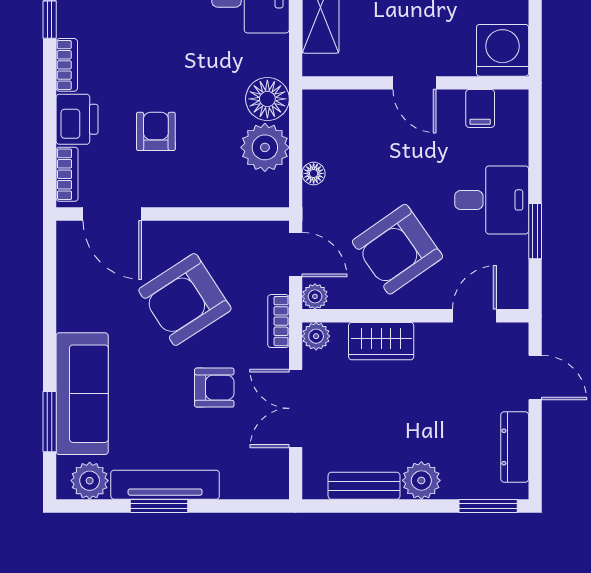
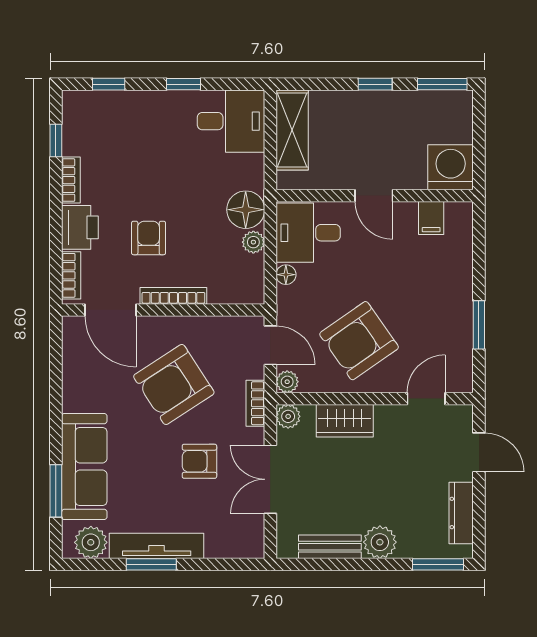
plant: (265, 147) -> (253, 242), width x0.53, depth x0.53
bookcase: (184, 198) -> (173, 296), added
desk: (492, 200) -> (308, 233), moved, turned 180
armchair: (214, 388) -> (199, 461), turned 180

